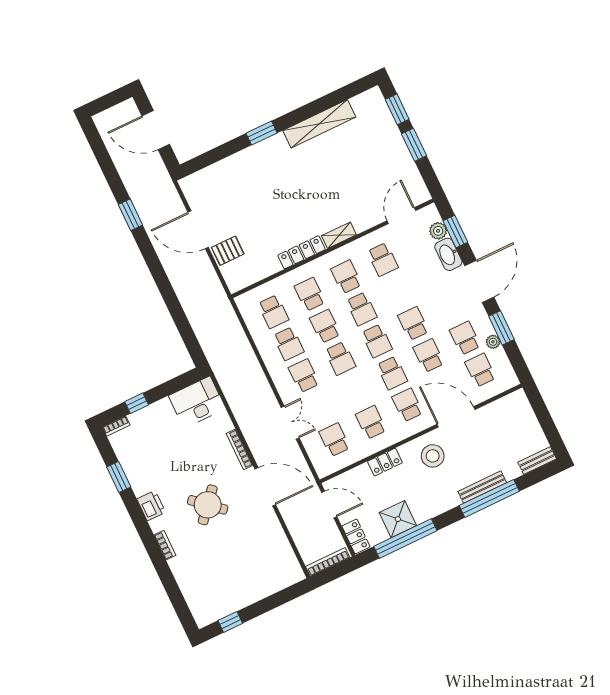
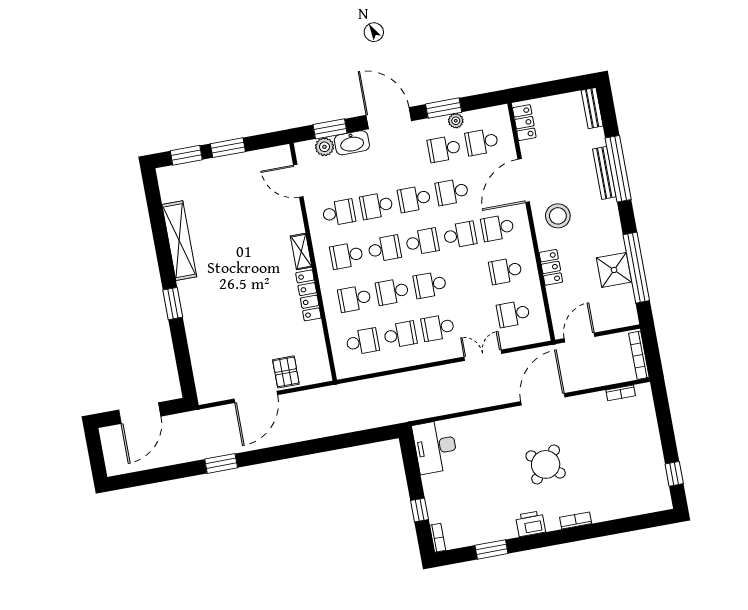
school desk: (398, 292) -> (377, 206), added
school desk: (340, 358) -> (430, 285), turned 180
bookcase: (240, 449) -> (621, 393), moved, width x0.64
locker: (356, 536) -> (524, 123), moved, turned 90

